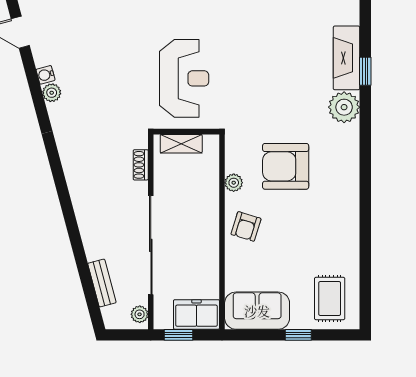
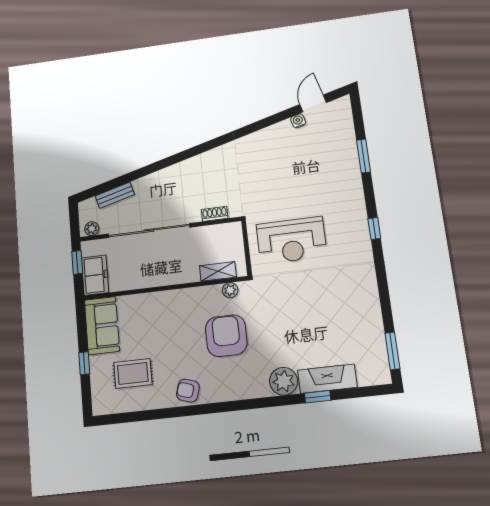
water cooler: (45, 75) -> (298, 121), moved
plant: (52, 93) -> (266, 135), removed
shelving: (181, 144) -> (218, 271), moved, turned 90
plant: (234, 183) -> (230, 290), moved
armchair: (246, 226) -> (188, 391), moved
rug: (330, 298) -> (133, 373), moved

